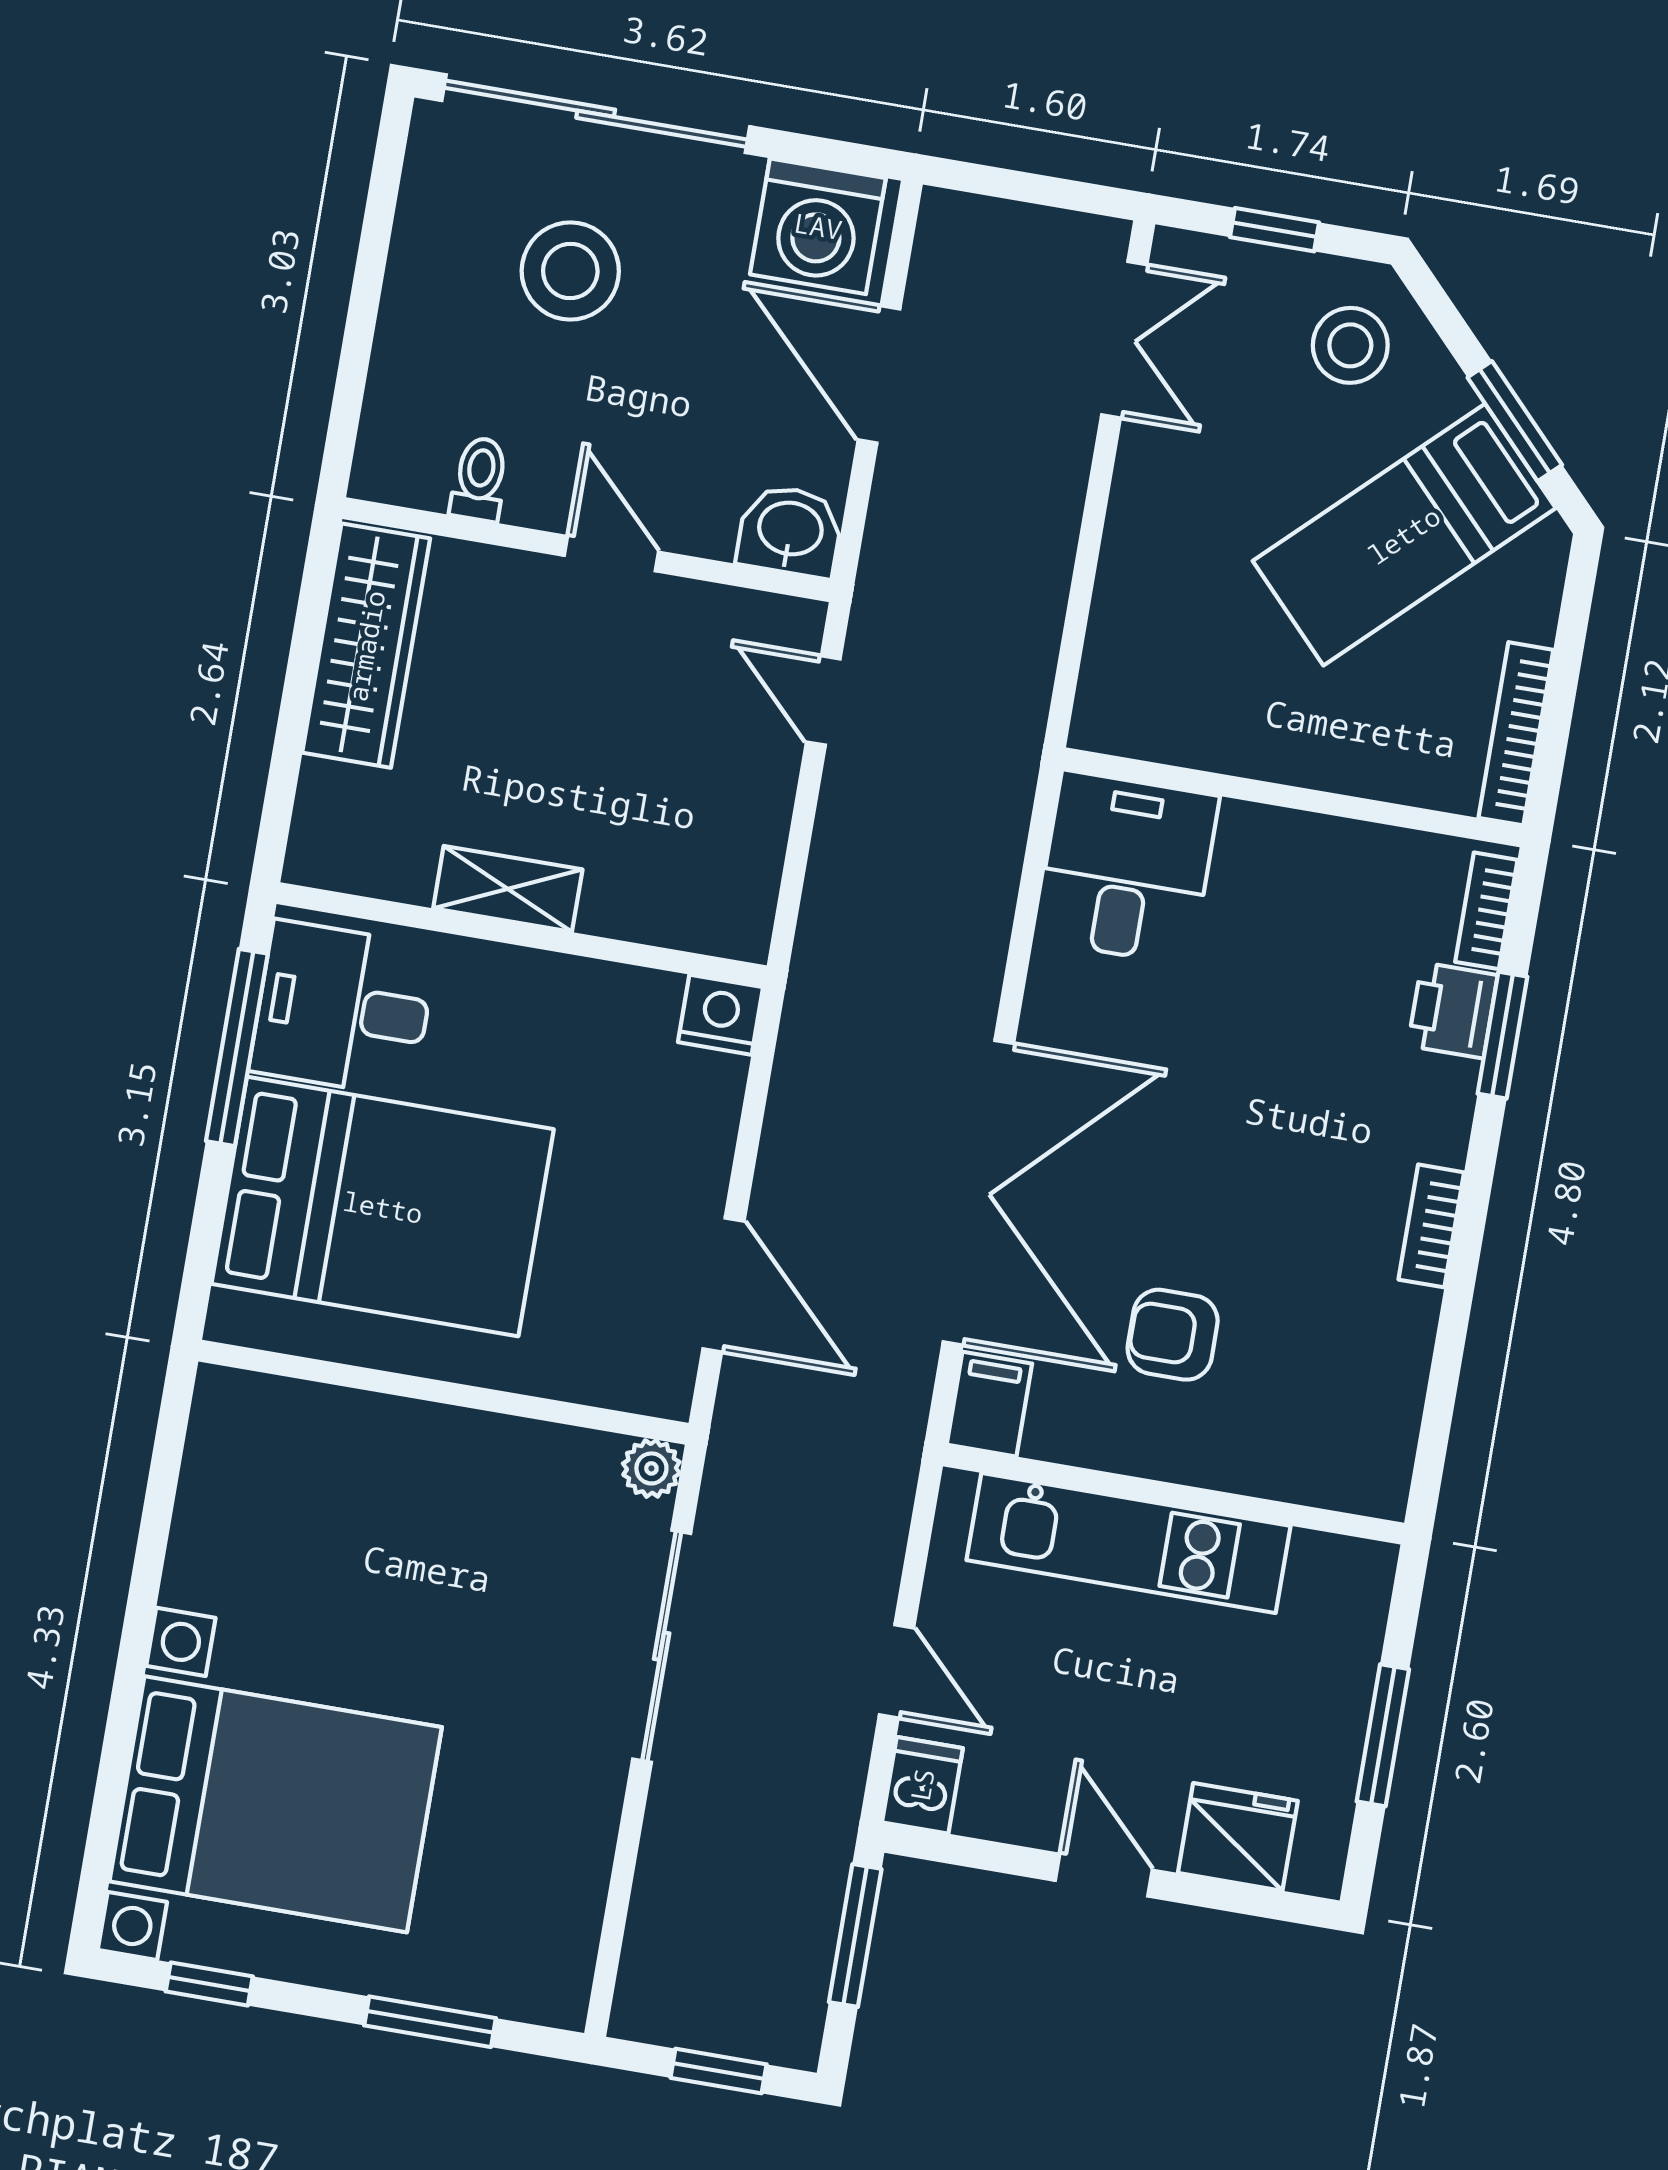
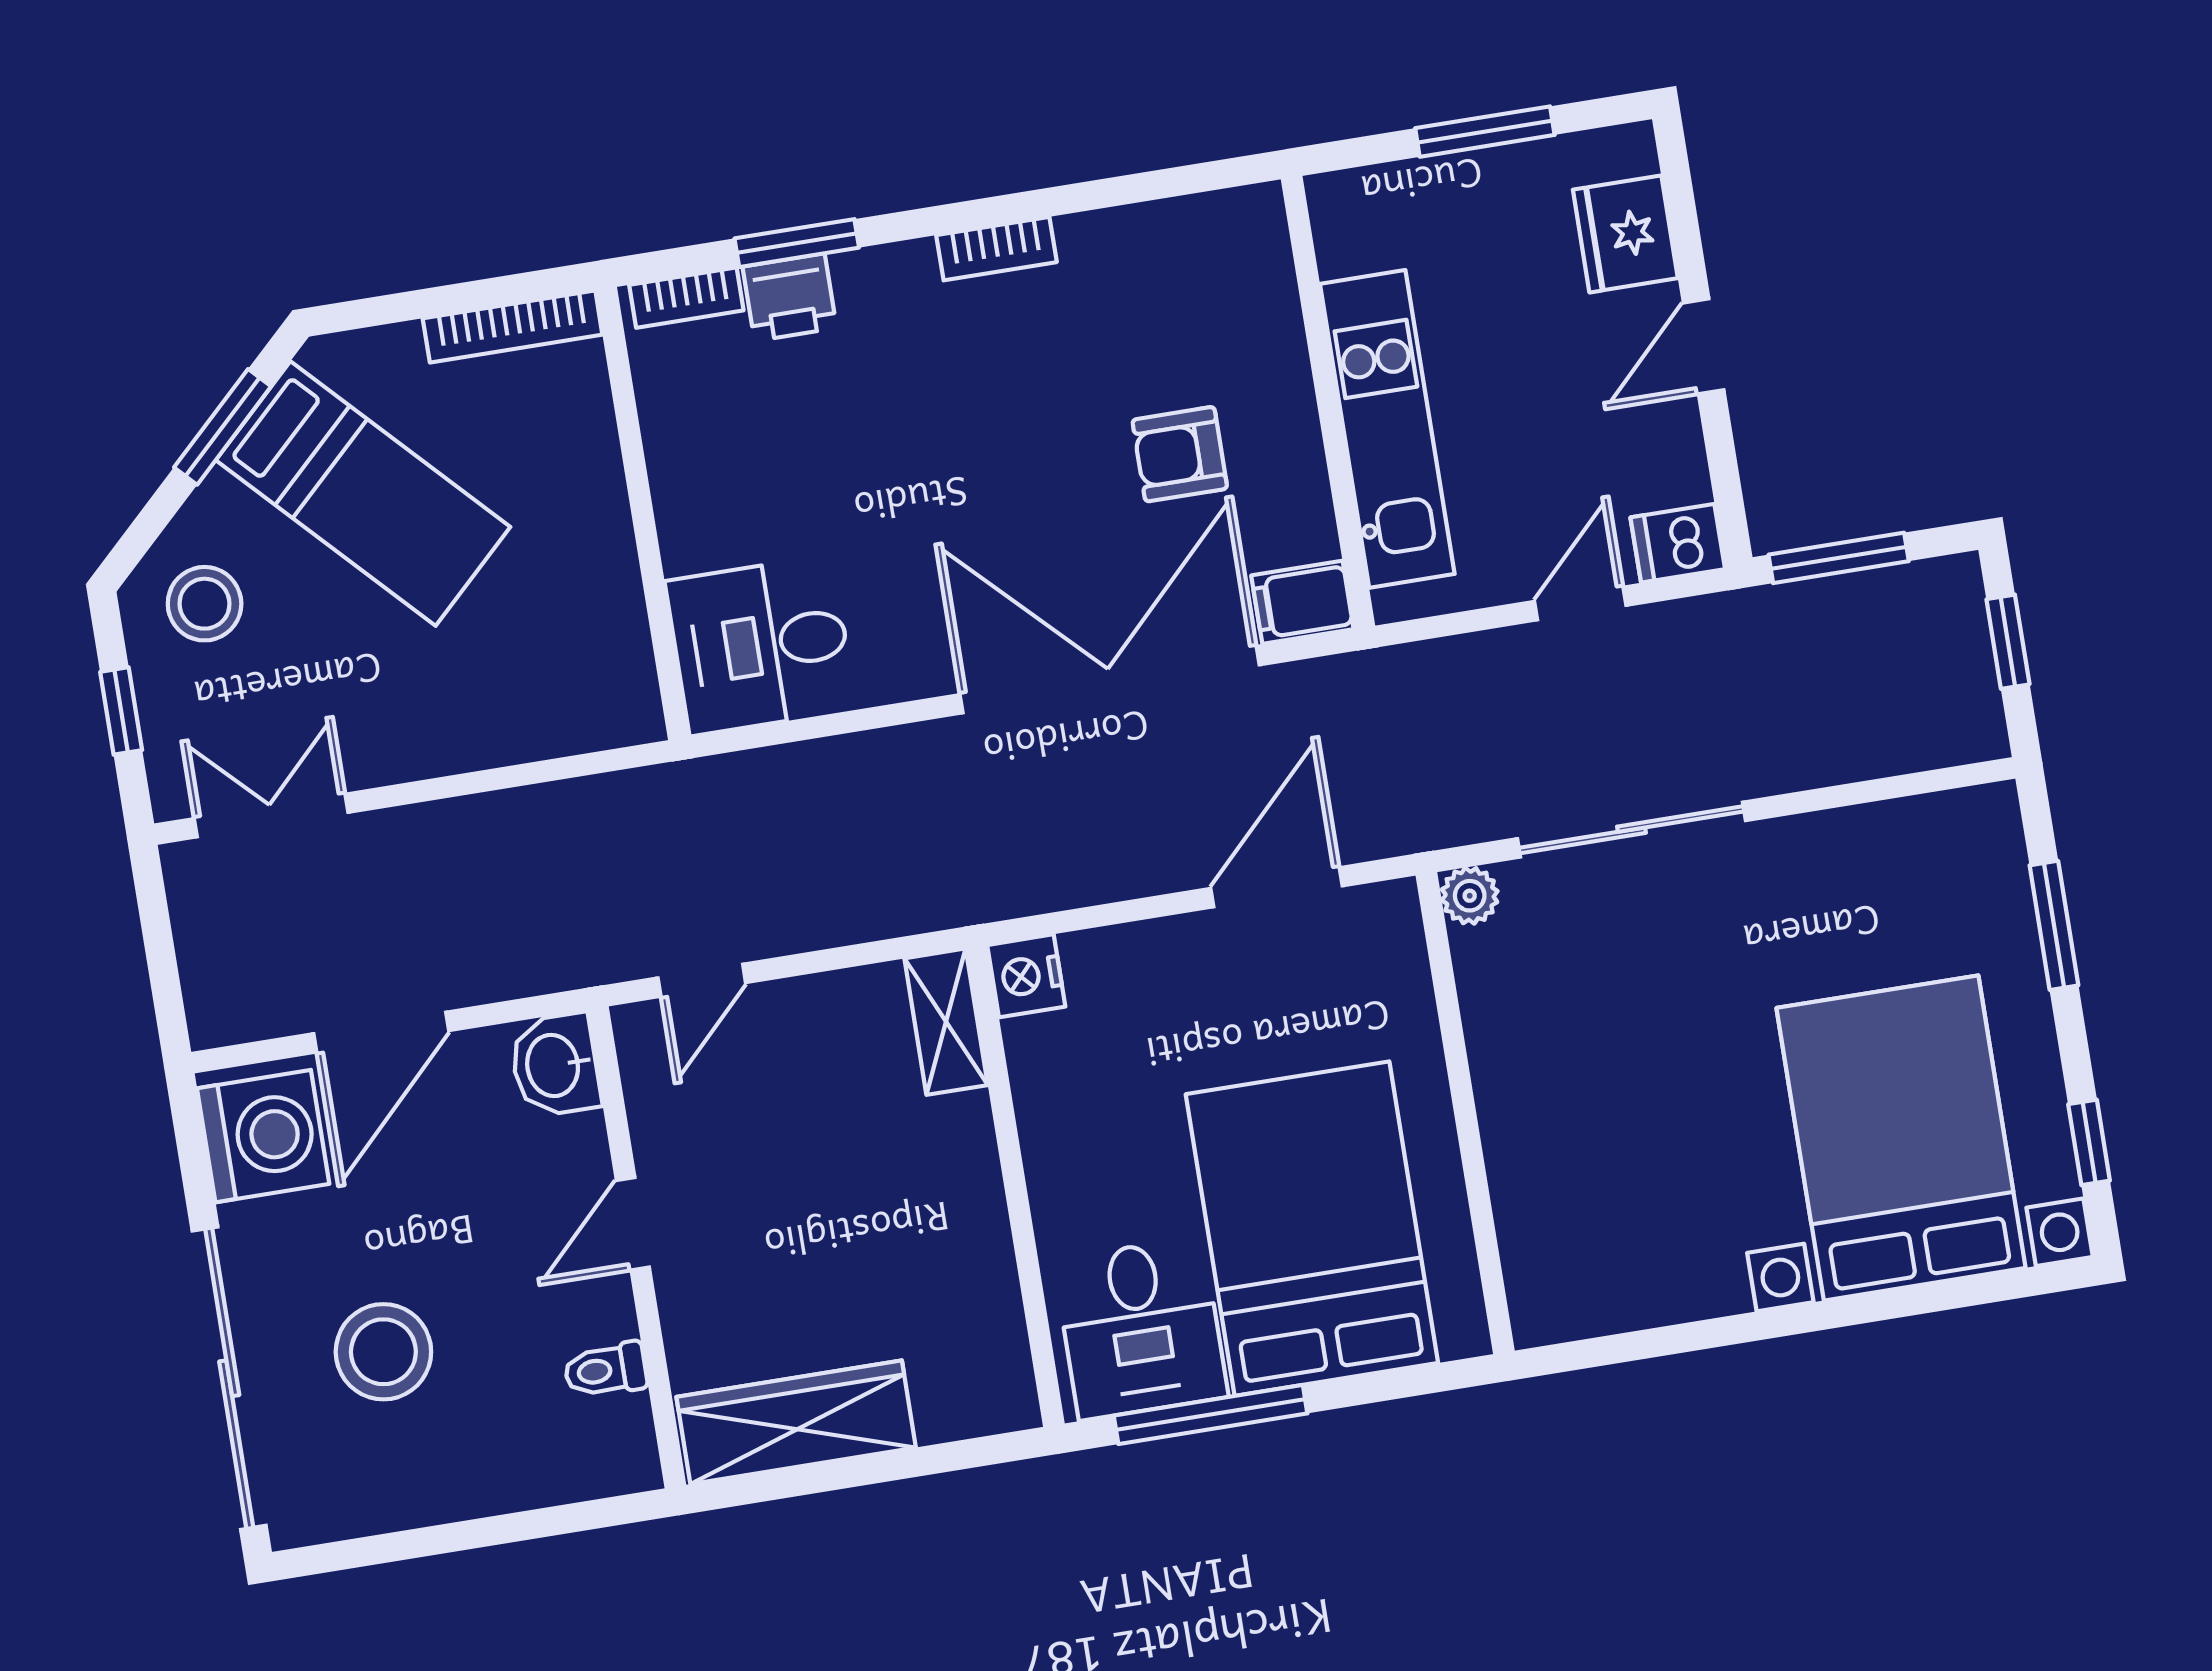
shelving: (508, 889) -> (946, 1022), moved
armchair: (1173, 1335) -> (1180, 454), turned 90

